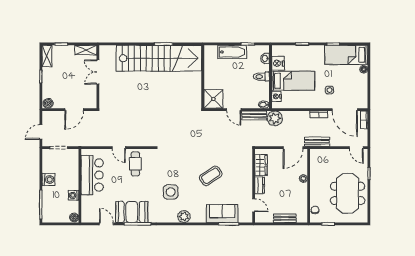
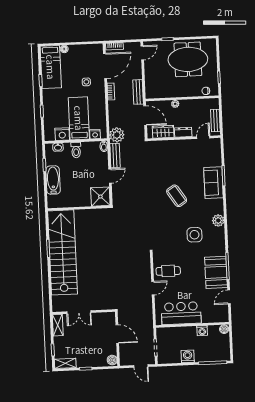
wardrobe: (261, 165) -> (163, 132), moved
dresser: (260, 185) -> (183, 132), moved
wall: (254, 186) -> (184, 138), moved
door: (254, 205) -> (203, 137), moved

